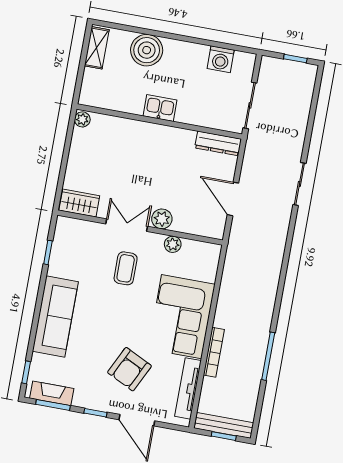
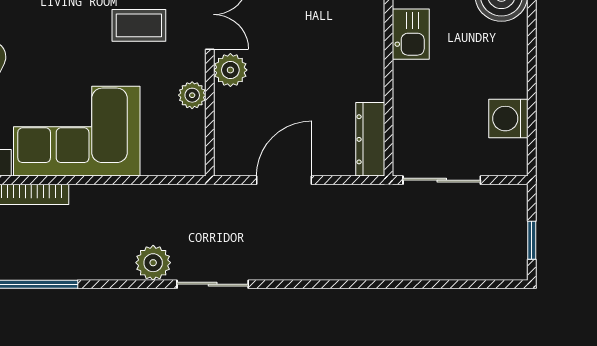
sliding door: (299, 184) -> (213, 284), moved
plant: (268, 286) -> (153, 263), added

